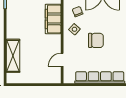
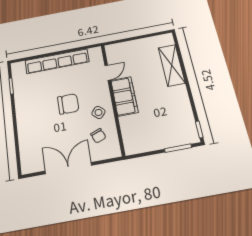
filing cabinet: (53, 19) -> (124, 96), moved
chair: (96, 40) -> (68, 104), turned 180

